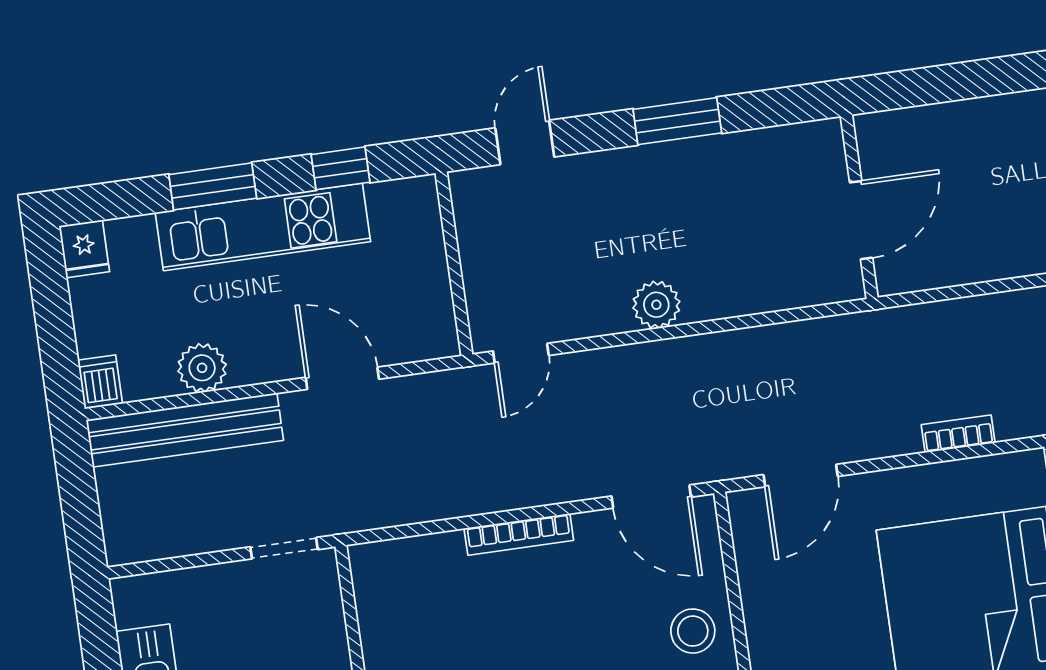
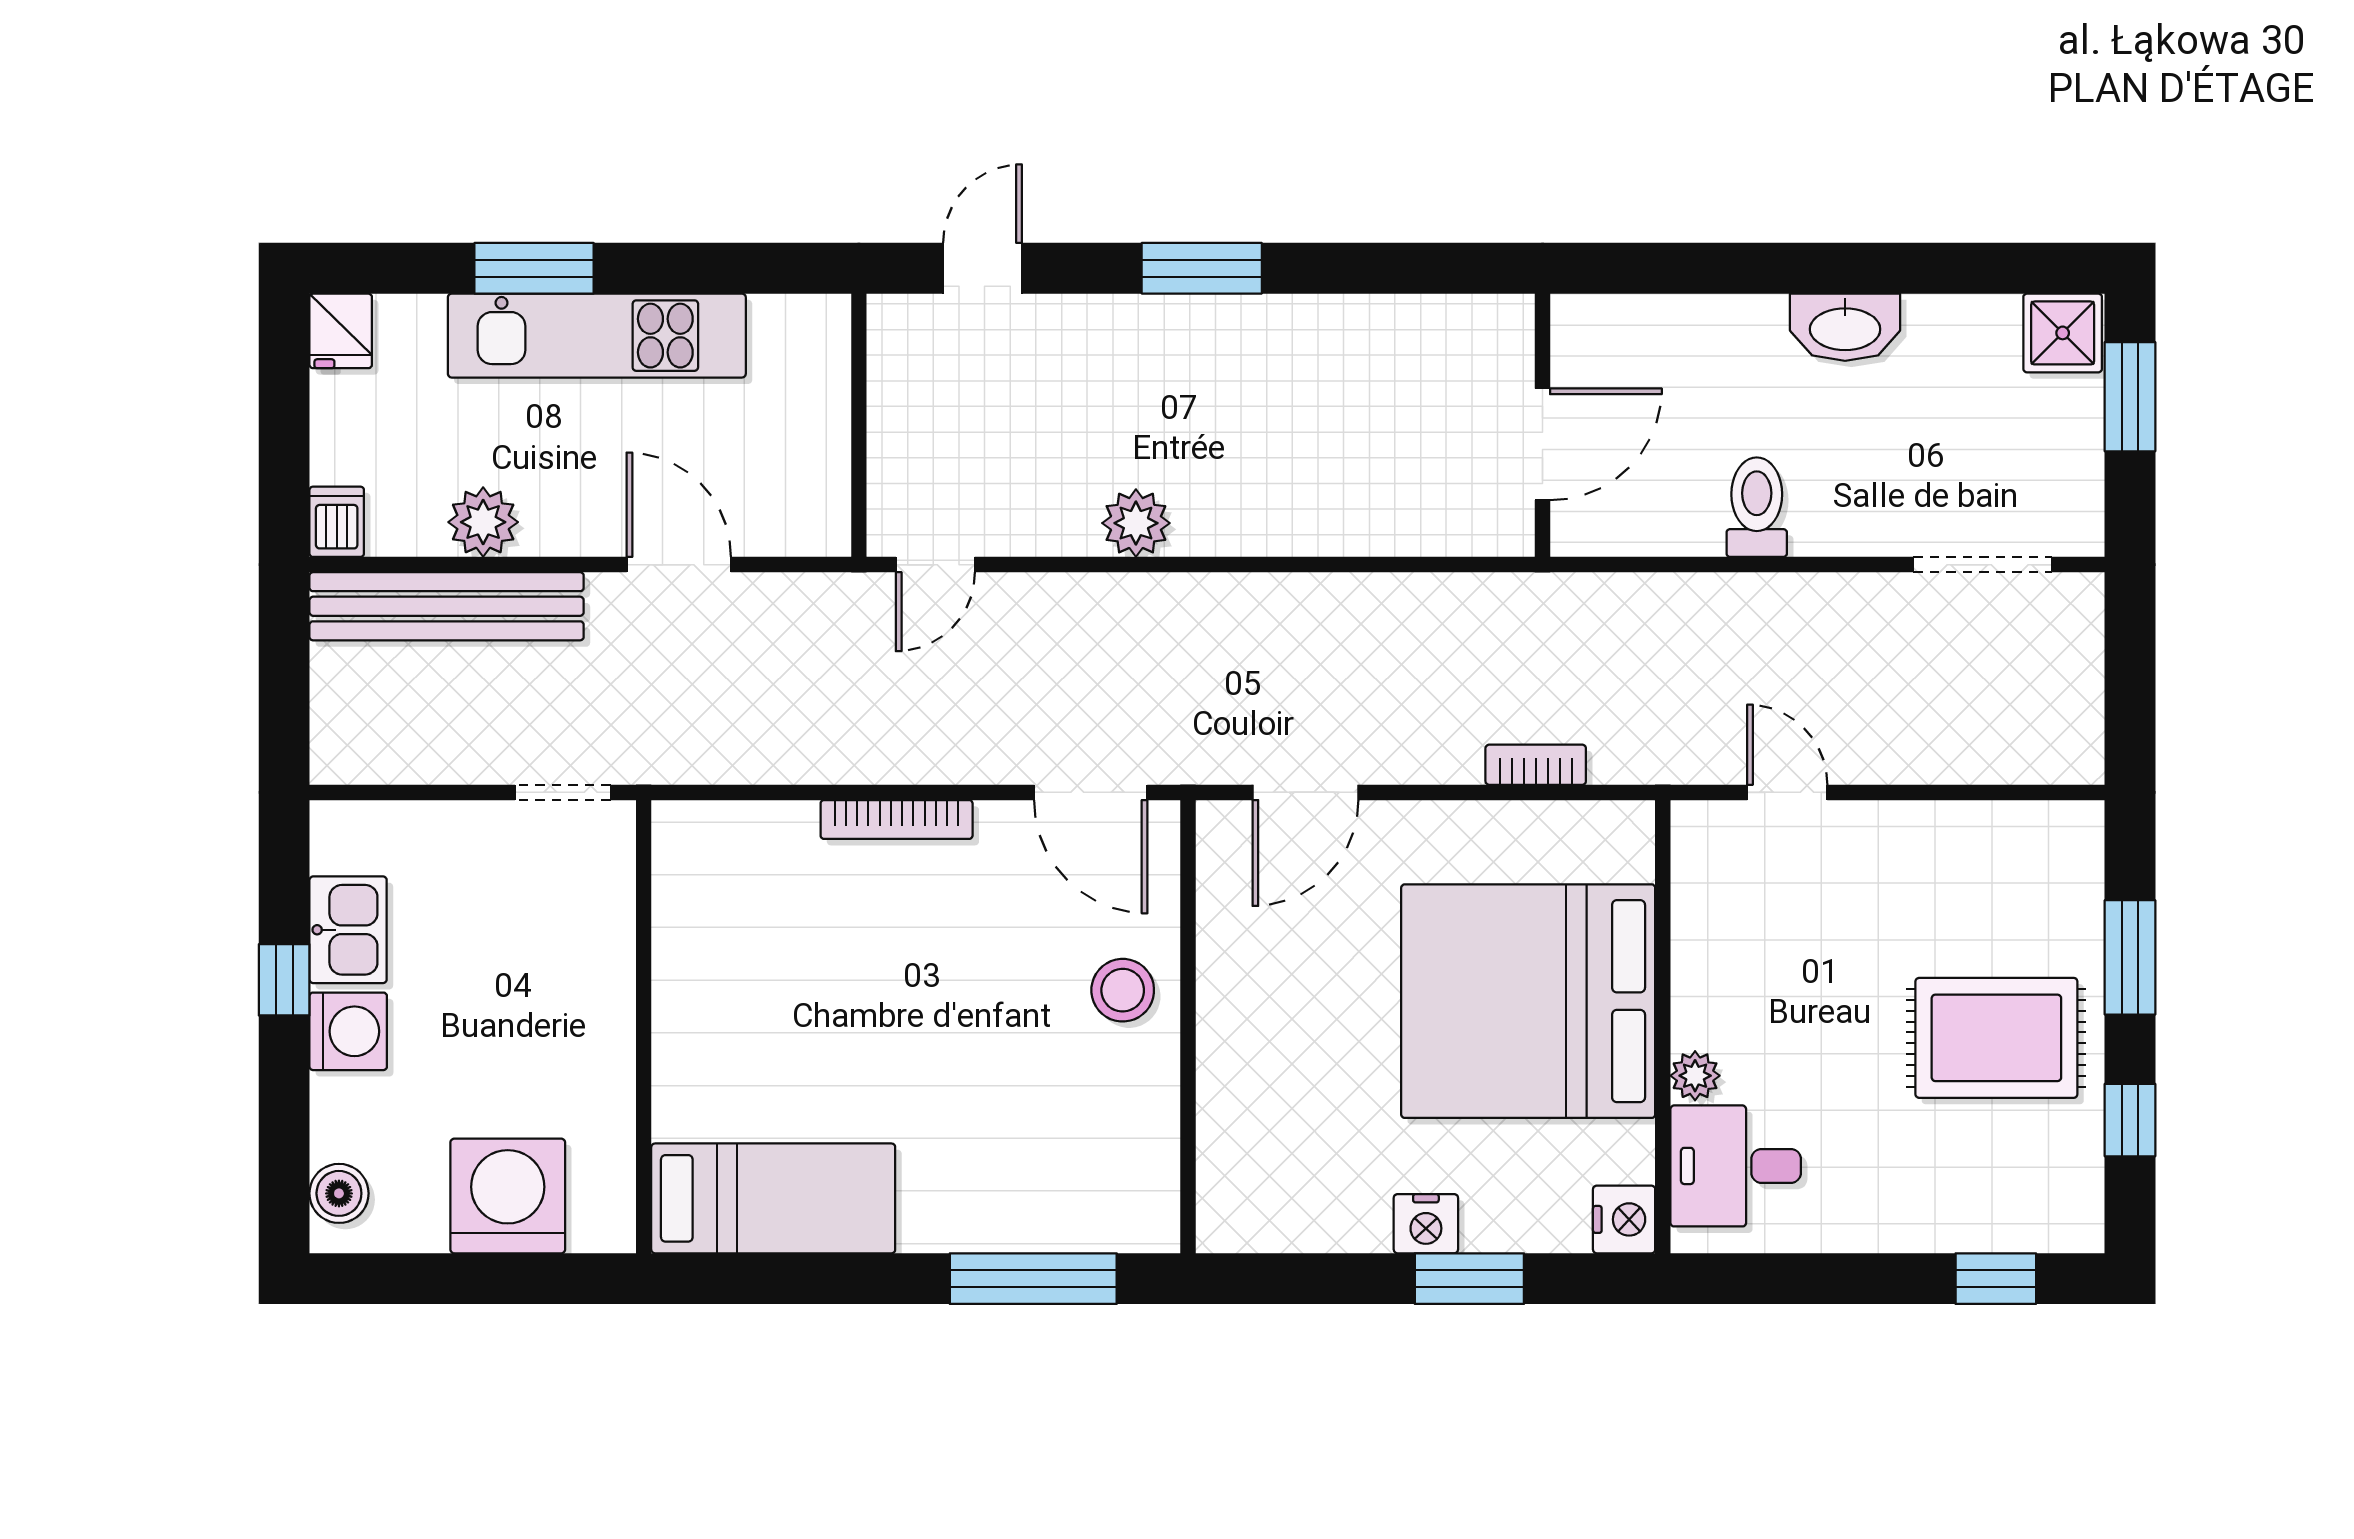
window: (341, 168) -> (718, 268), removed
wall: (859, 207) -> (1543, 425), moved
door: (861, 220) -> (1543, 444), moved

